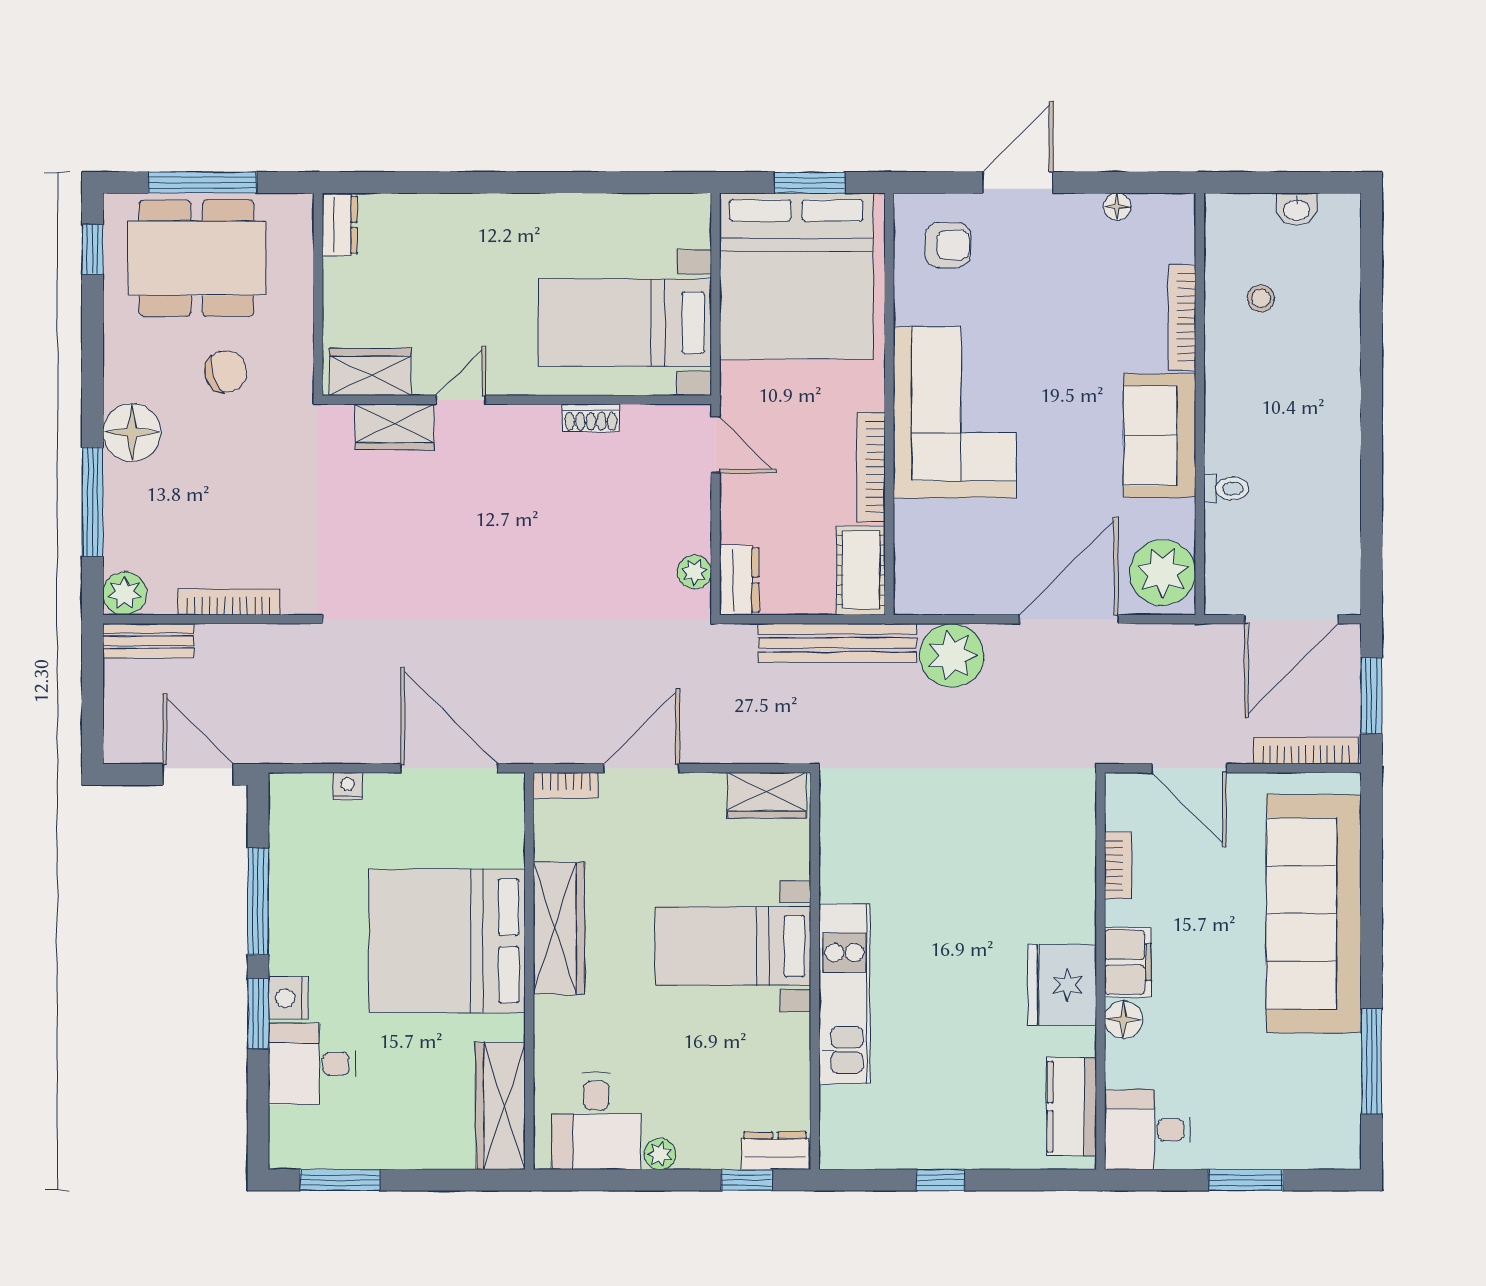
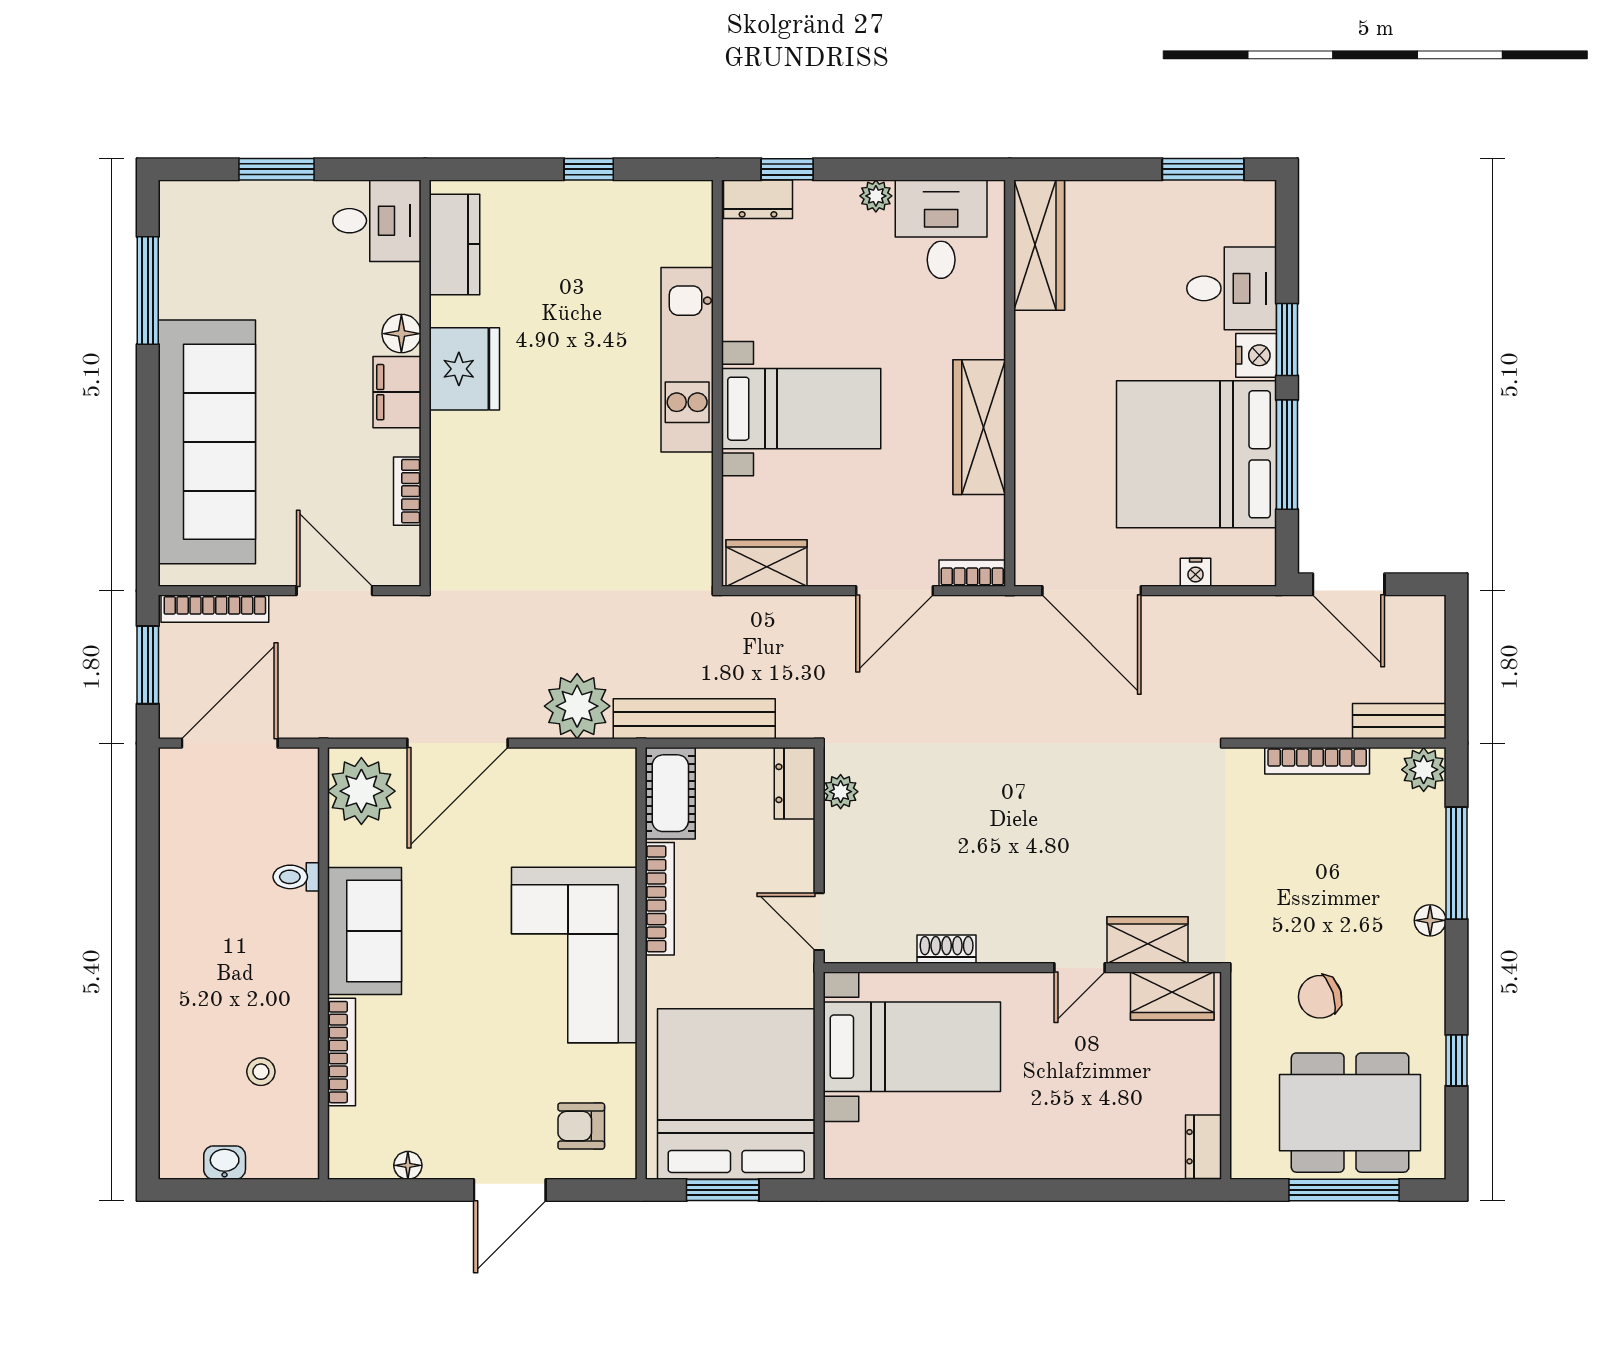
window: (93, 249) -> (1456, 1060), moved
floor lamp: (132, 432) -> (1430, 920), width x0.53, depth x0.53
bed: (447, 941) -> (1196, 454), moved, turned 180

